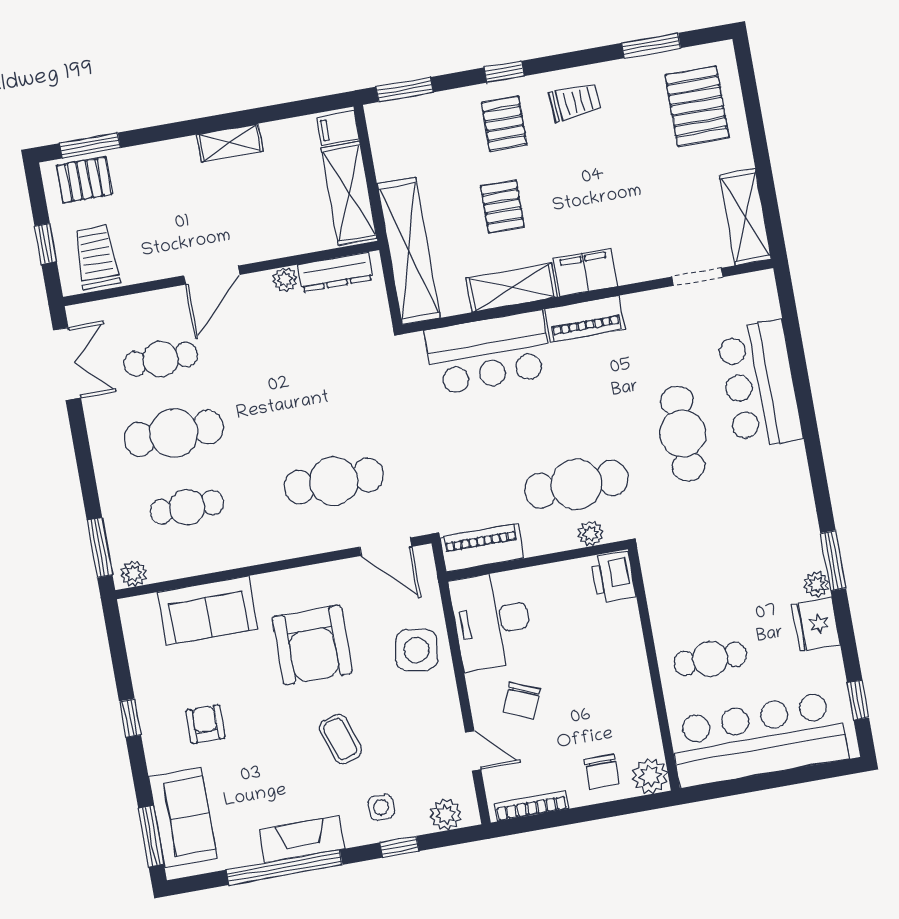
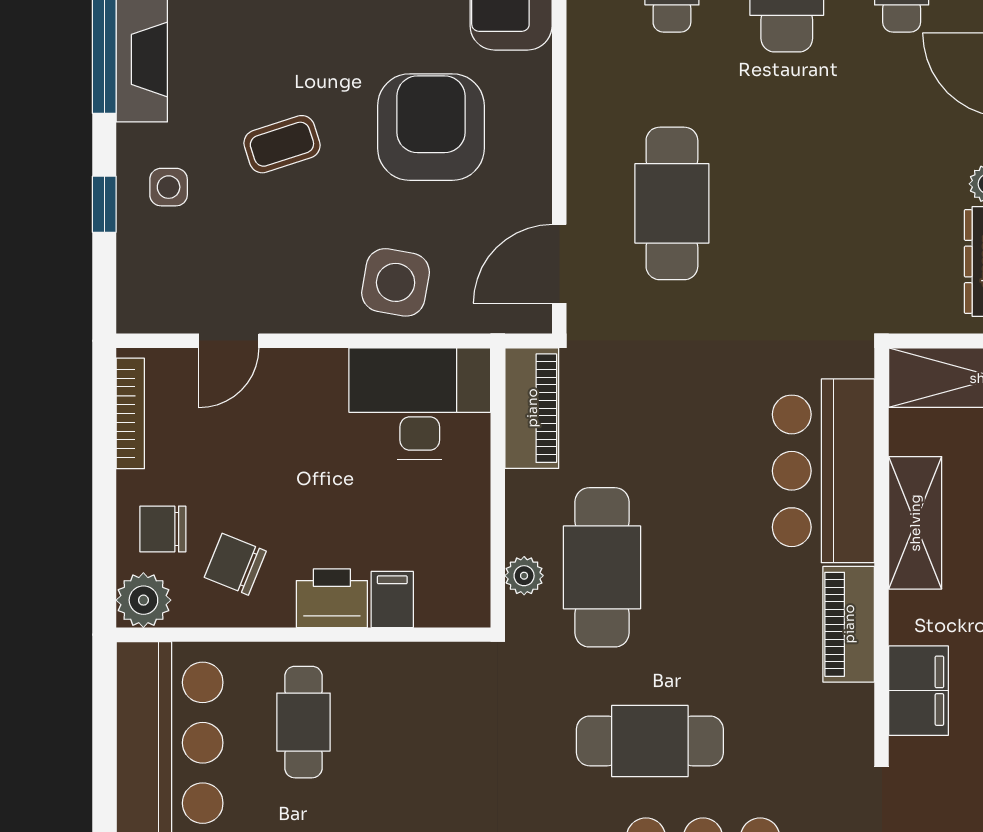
filing cabinet: (585, 272) -> (919, 691), moved
printer: (613, 577) -> (332, 598), moved
filing cabinet: (621, 616) -> (392, 599), added
armchair: (312, 645) -> (431, 127), turned 90
chair: (522, 701) -> (235, 564), moved
plant: (446, 815) -> (140, 283), removed

